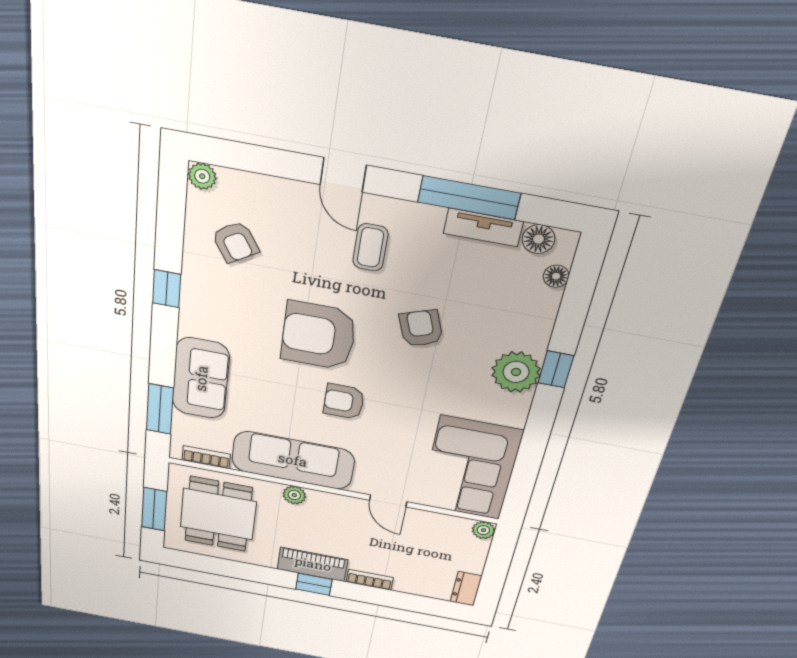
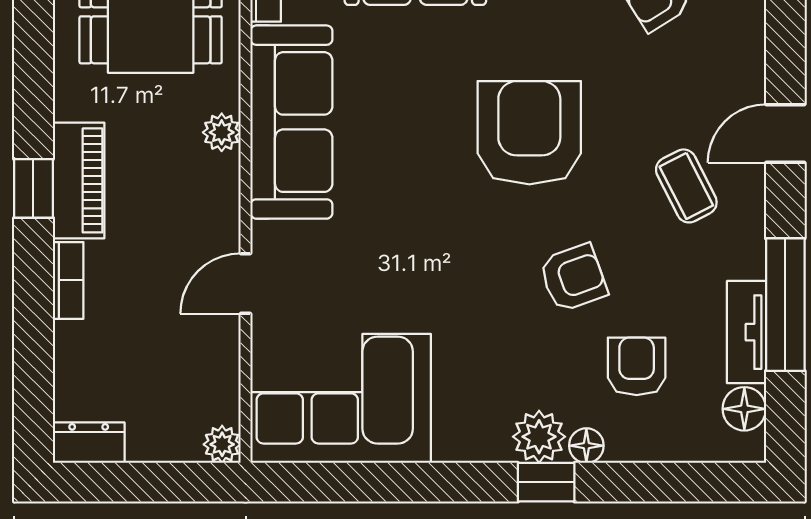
coffee table: (370, 247) -> (686, 186), turned 63
floor lamp: (556, 276) -> (586, 446), moved
plant: (516, 372) -> (539, 437), width x0.73, depth x0.73
armchair: (344, 402) -> (637, 366), moved

